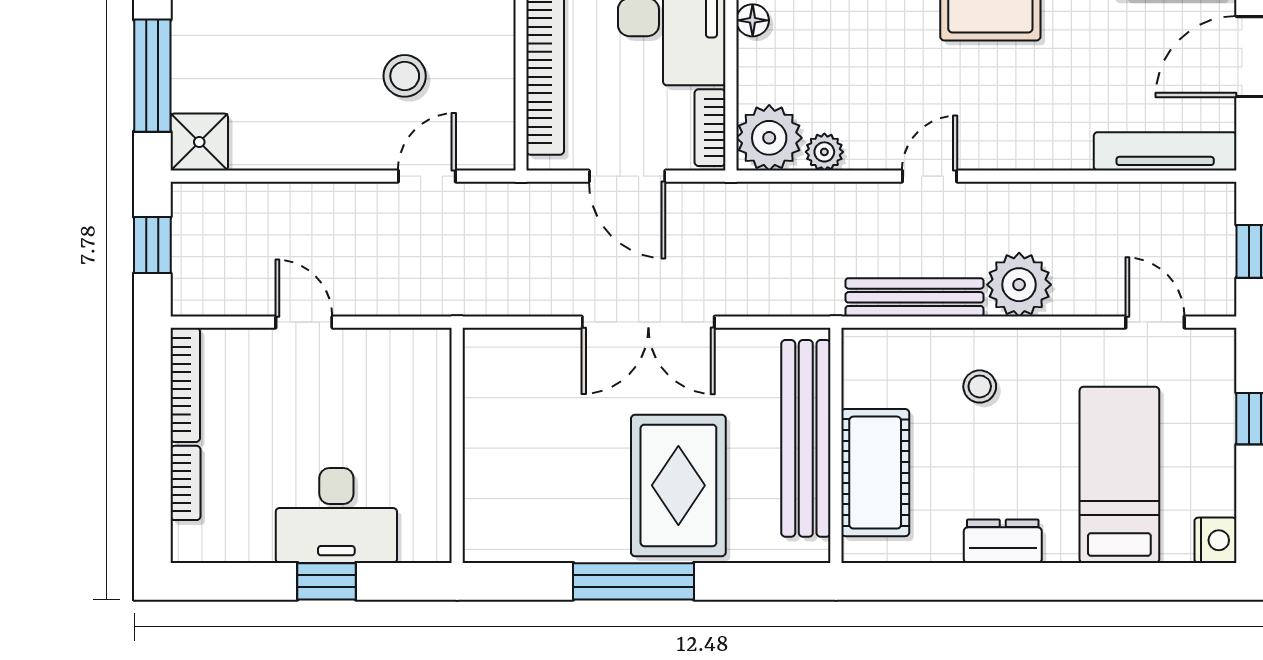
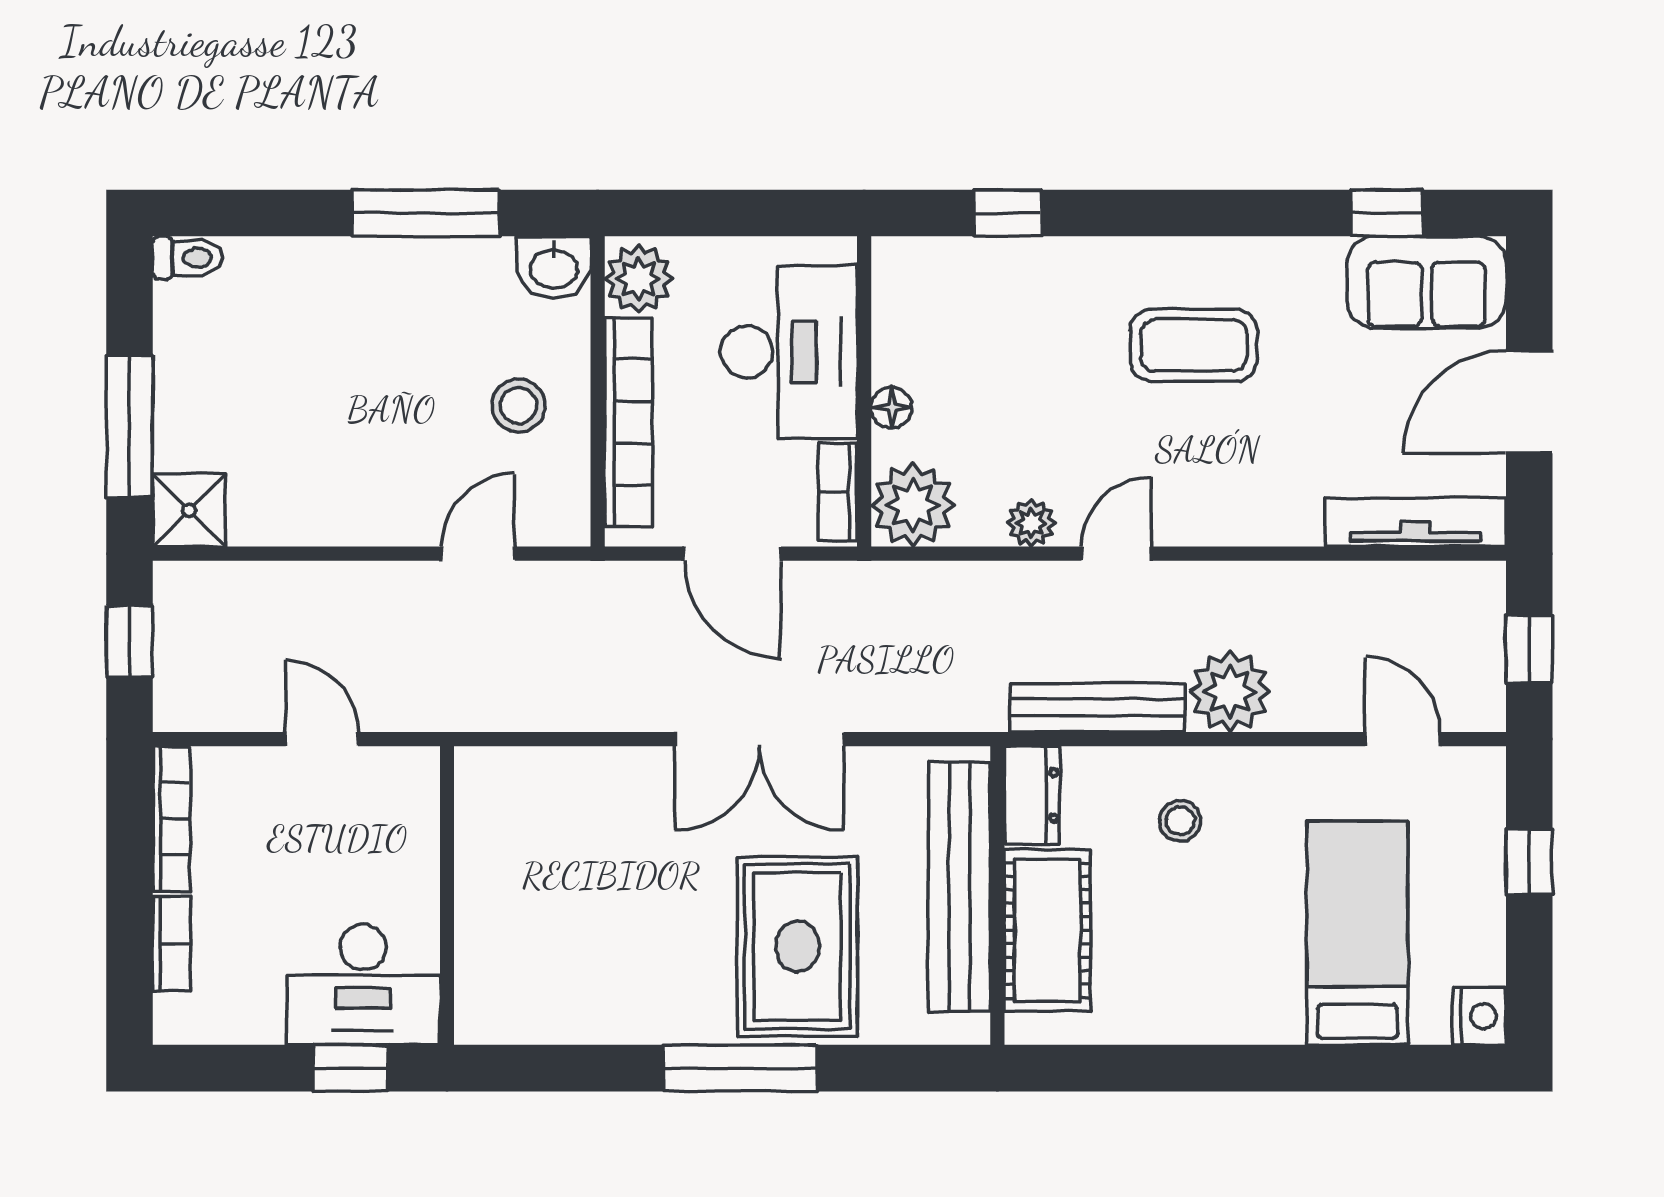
floor lamp: (753, 20) -> (892, 407), moved
stool: (405, 76) -> (519, 405), moved
plant: (824, 152) -> (1031, 523), moved
wall: (457, 445) -> (447, 896), moved
dresser: (1003, 541) -> (1032, 795), moved, turned 90

